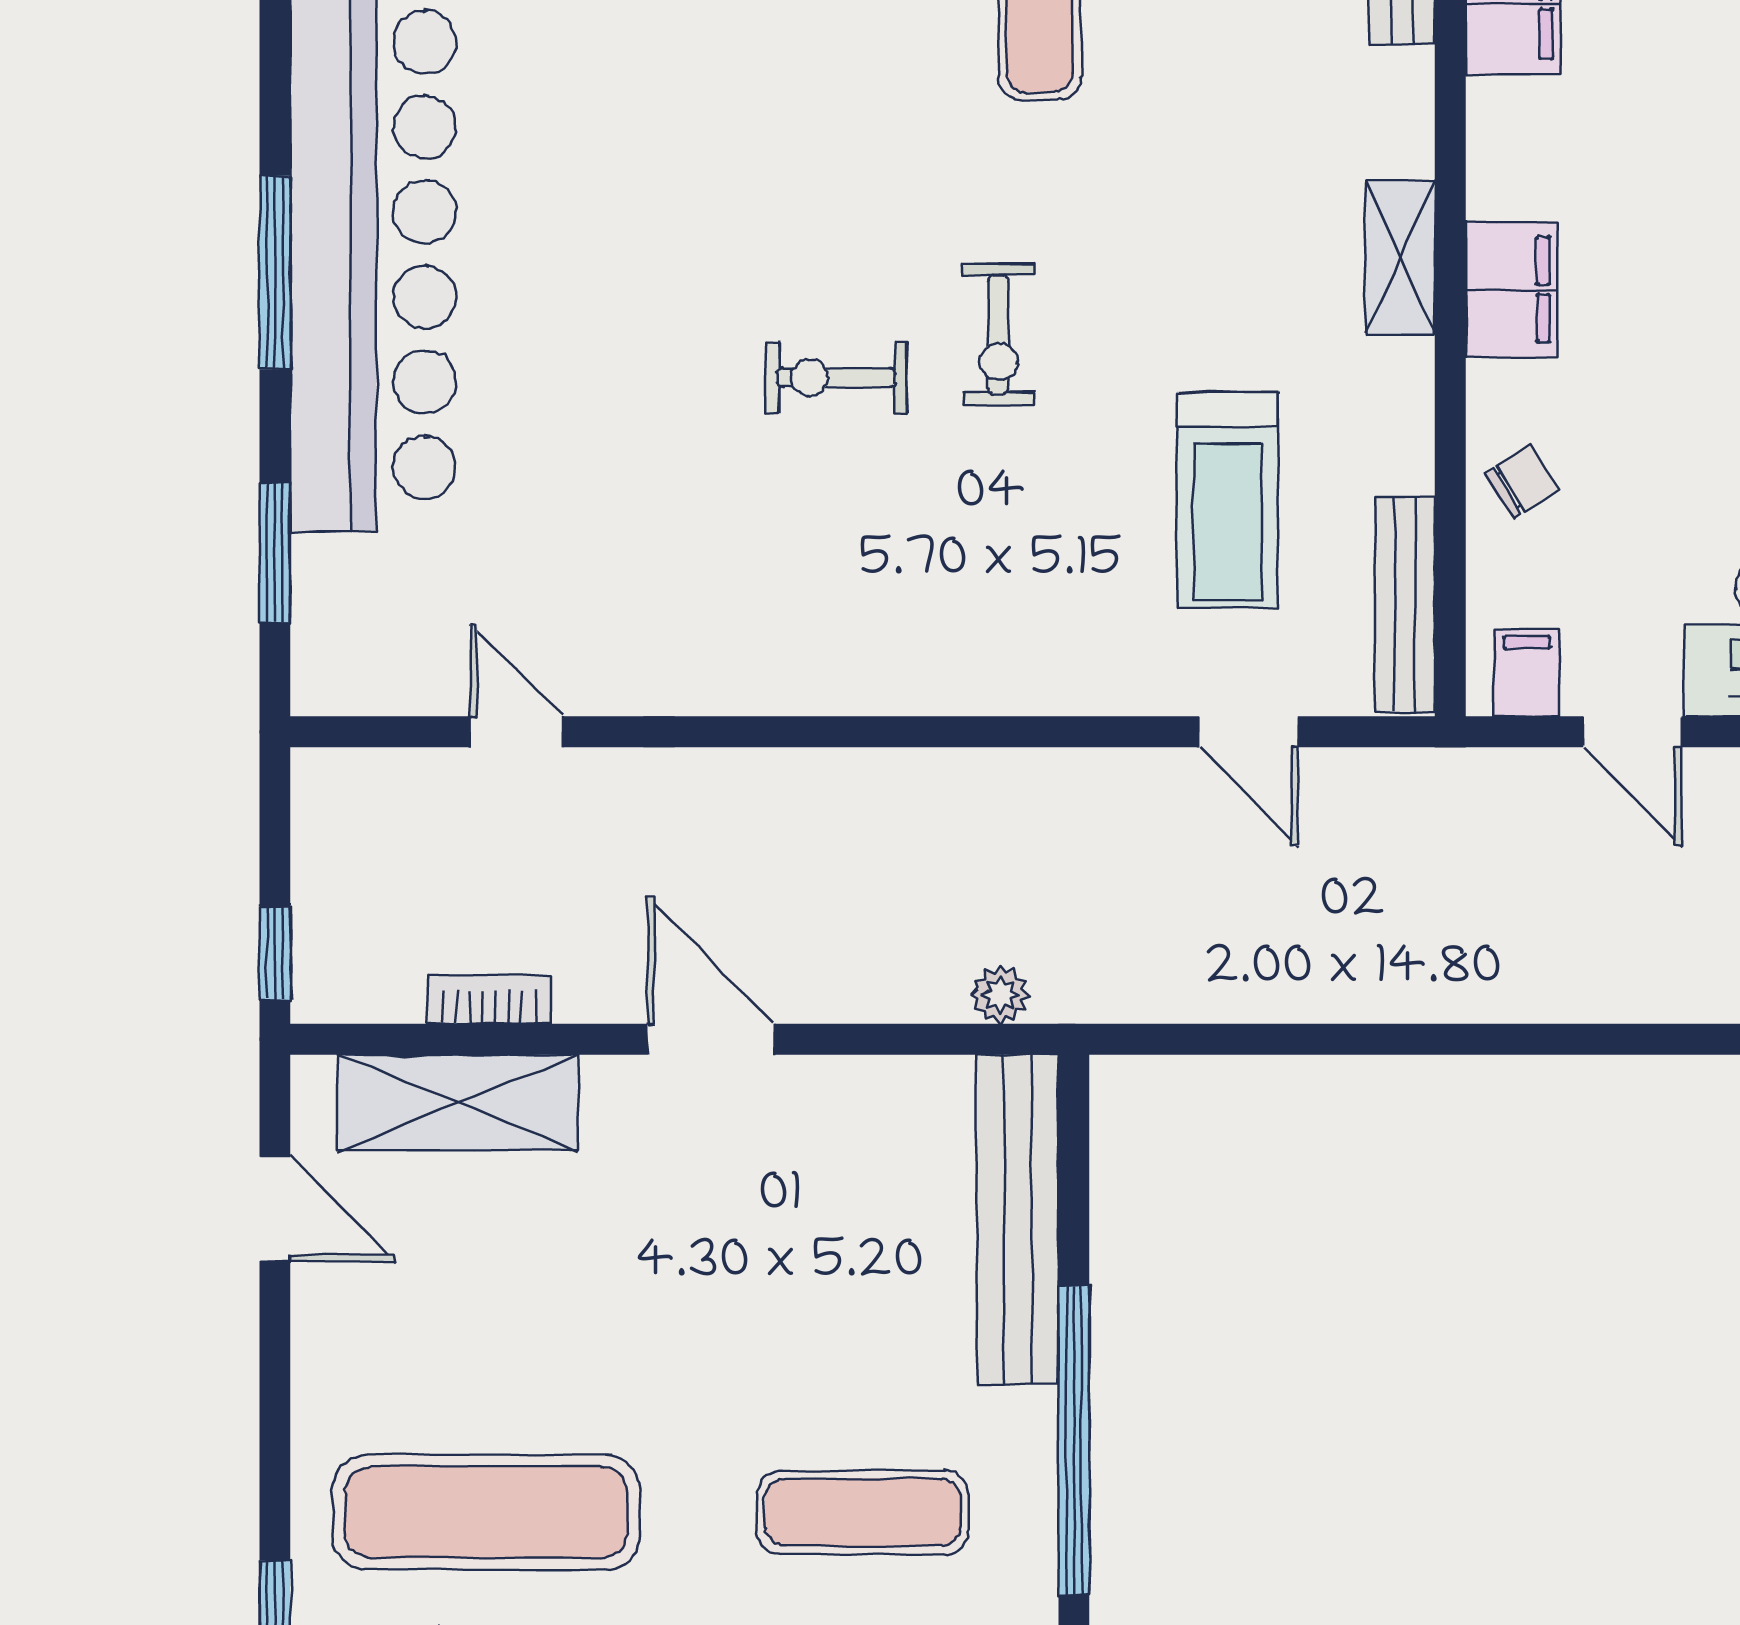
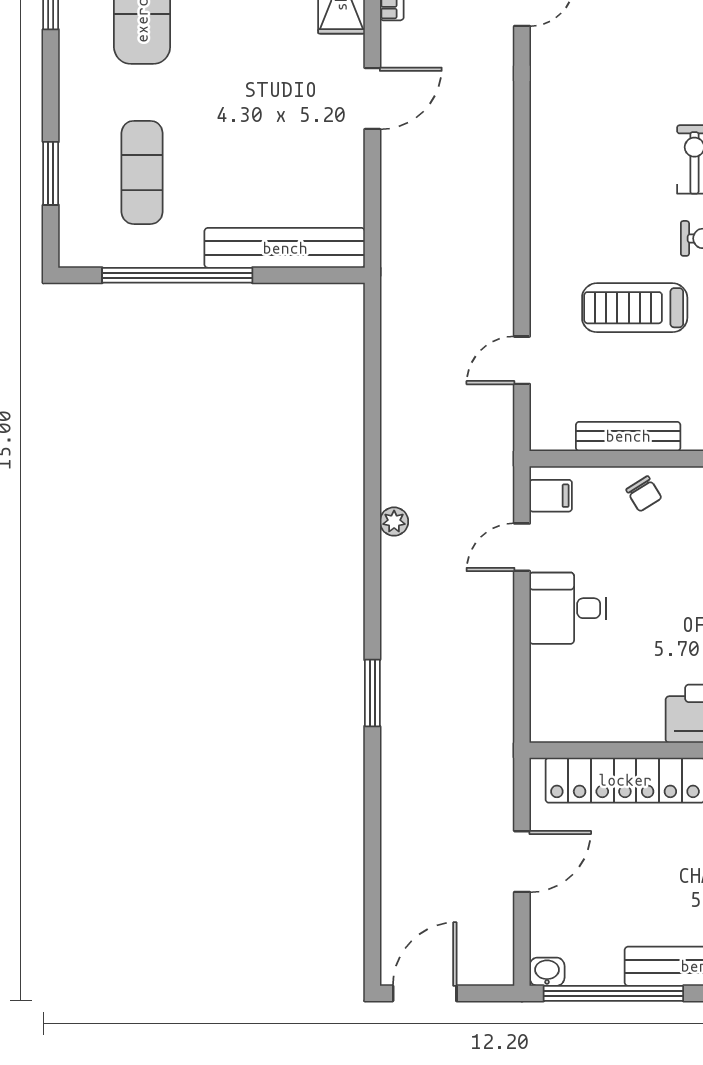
treadmill: (1228, 500) -> (635, 308), moved
bench: (1405, 604) -> (628, 436), moved
plant: (1000, 995) -> (394, 522), moved

